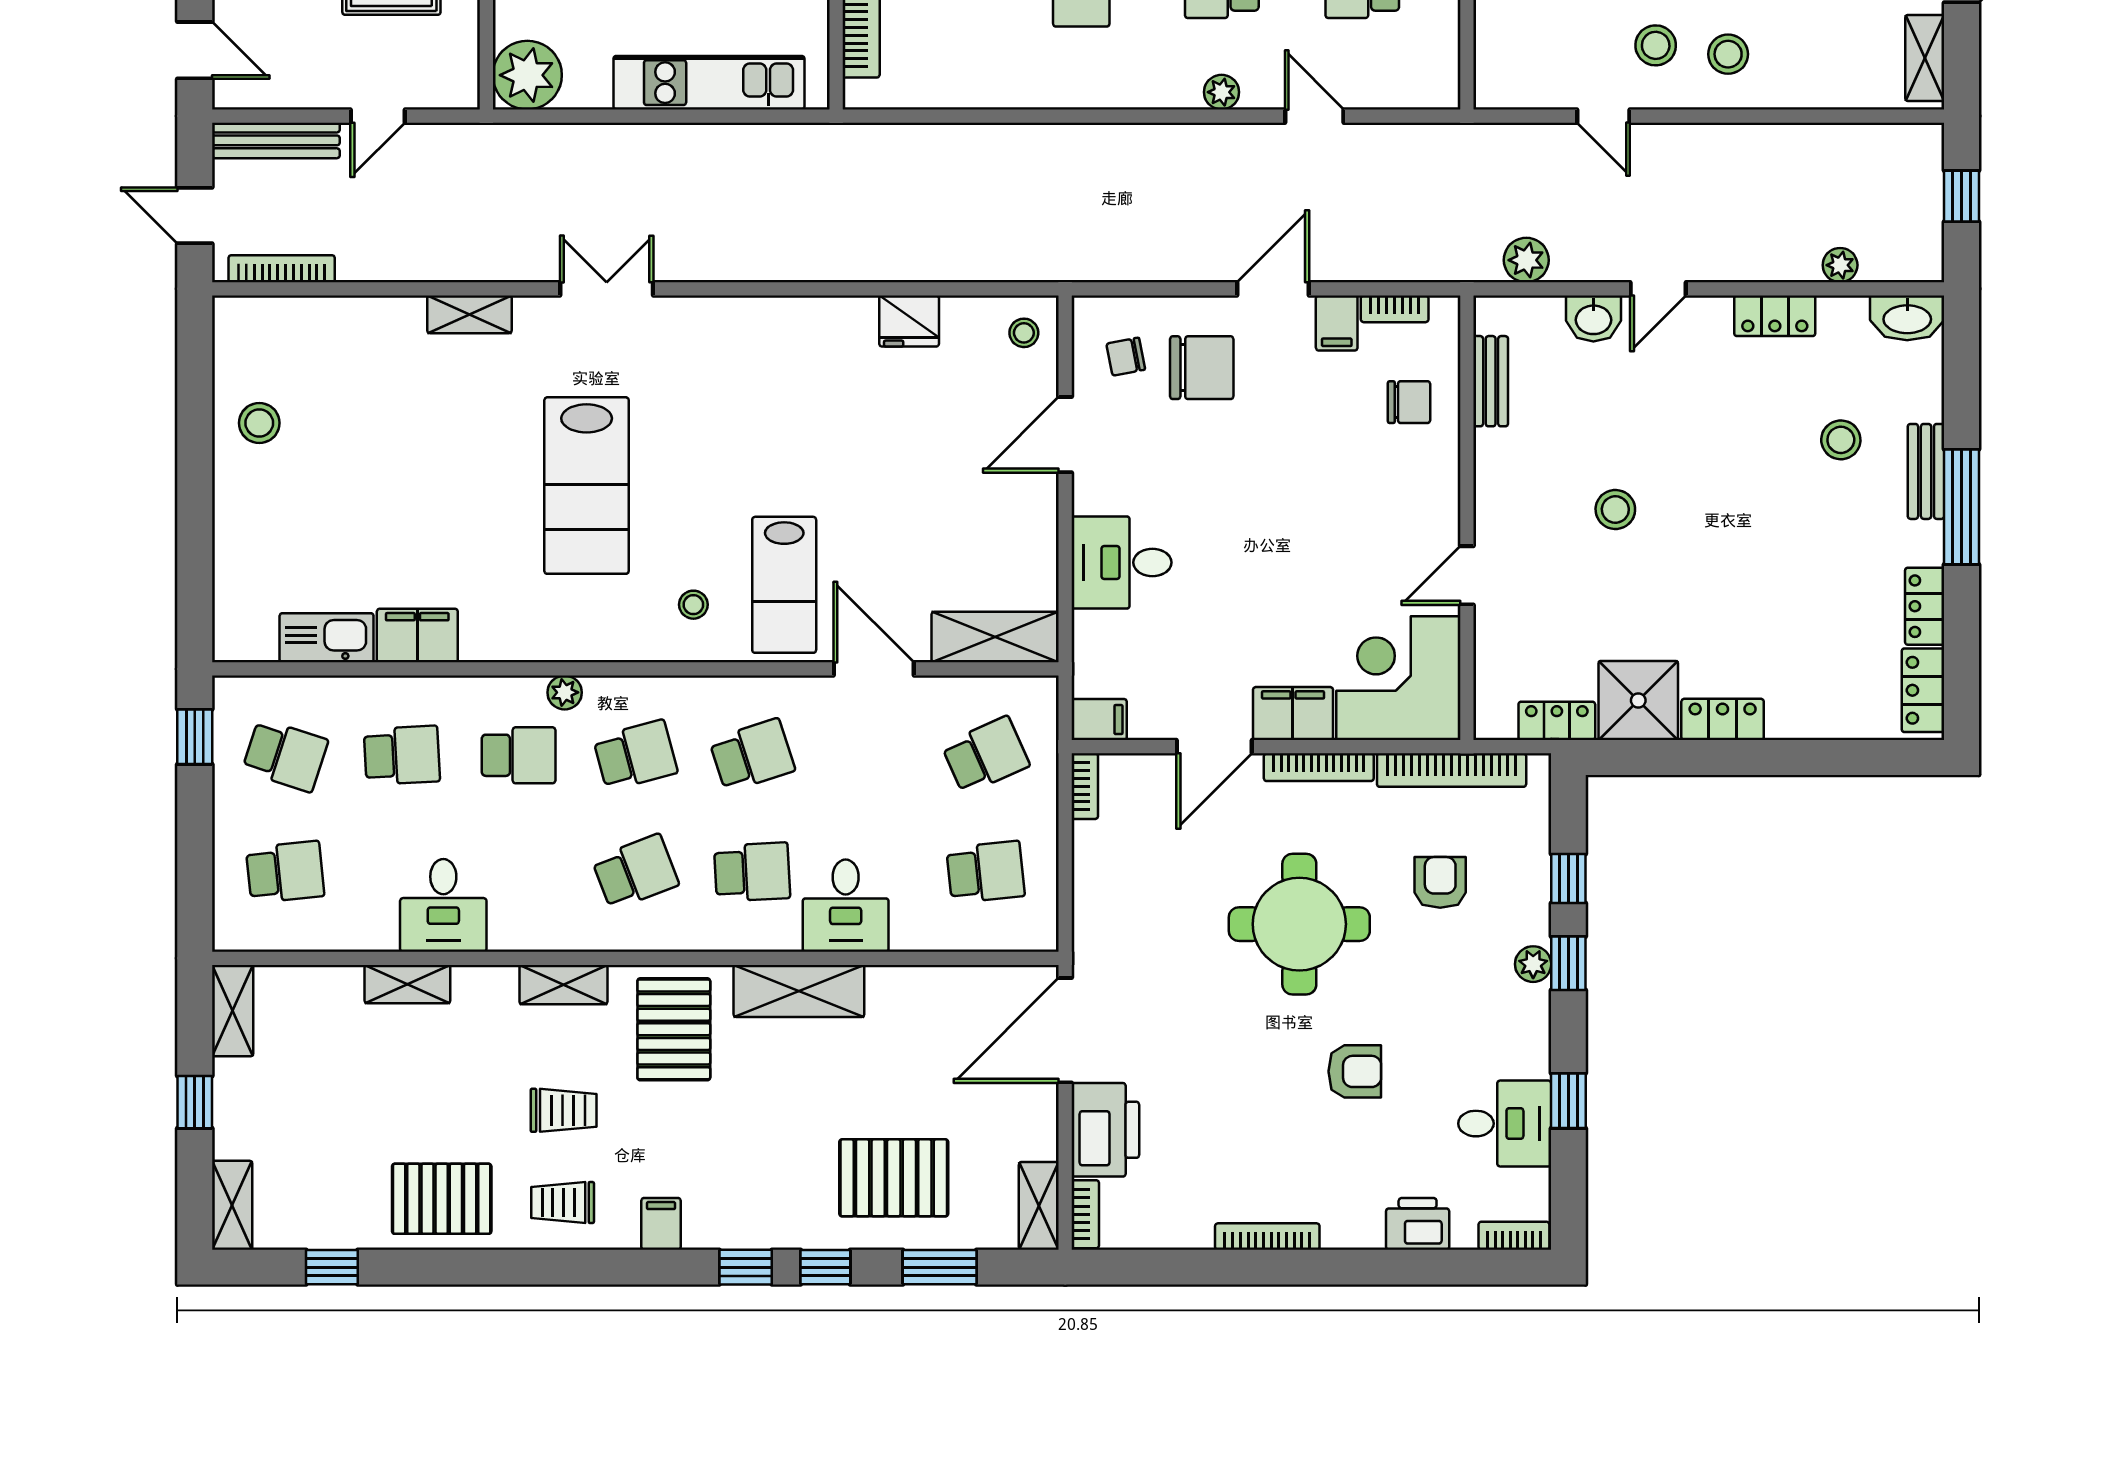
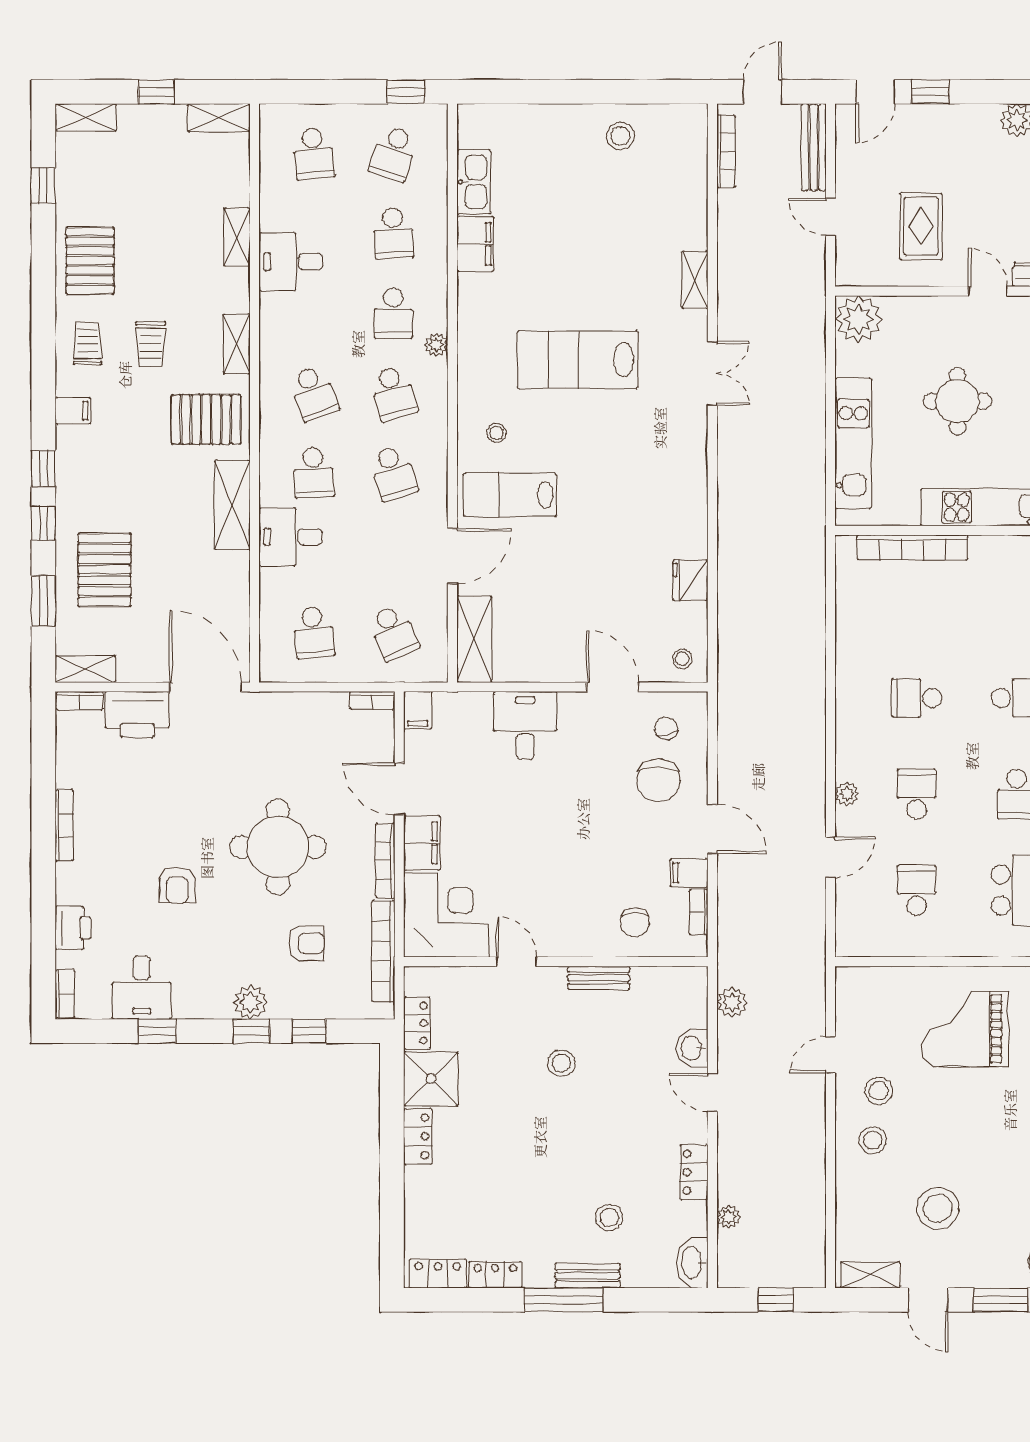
bench: (1491, 381) -> (599, 978), moved
plant: (1533, 964) -> (251, 1002), width x1.38, depth x1.38

